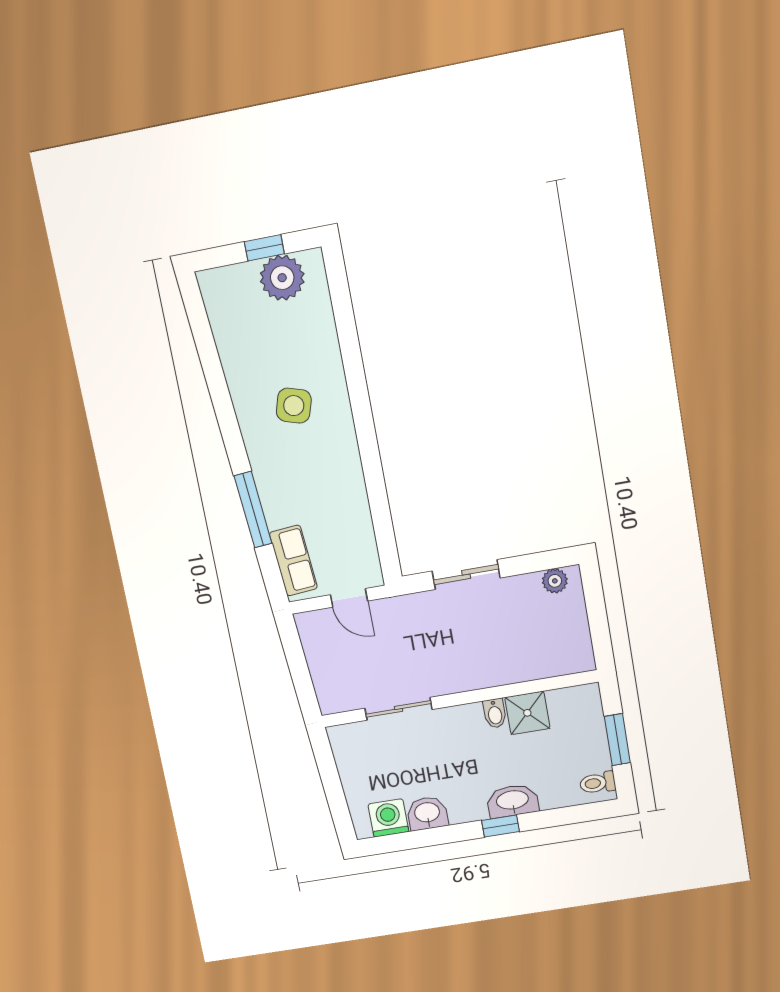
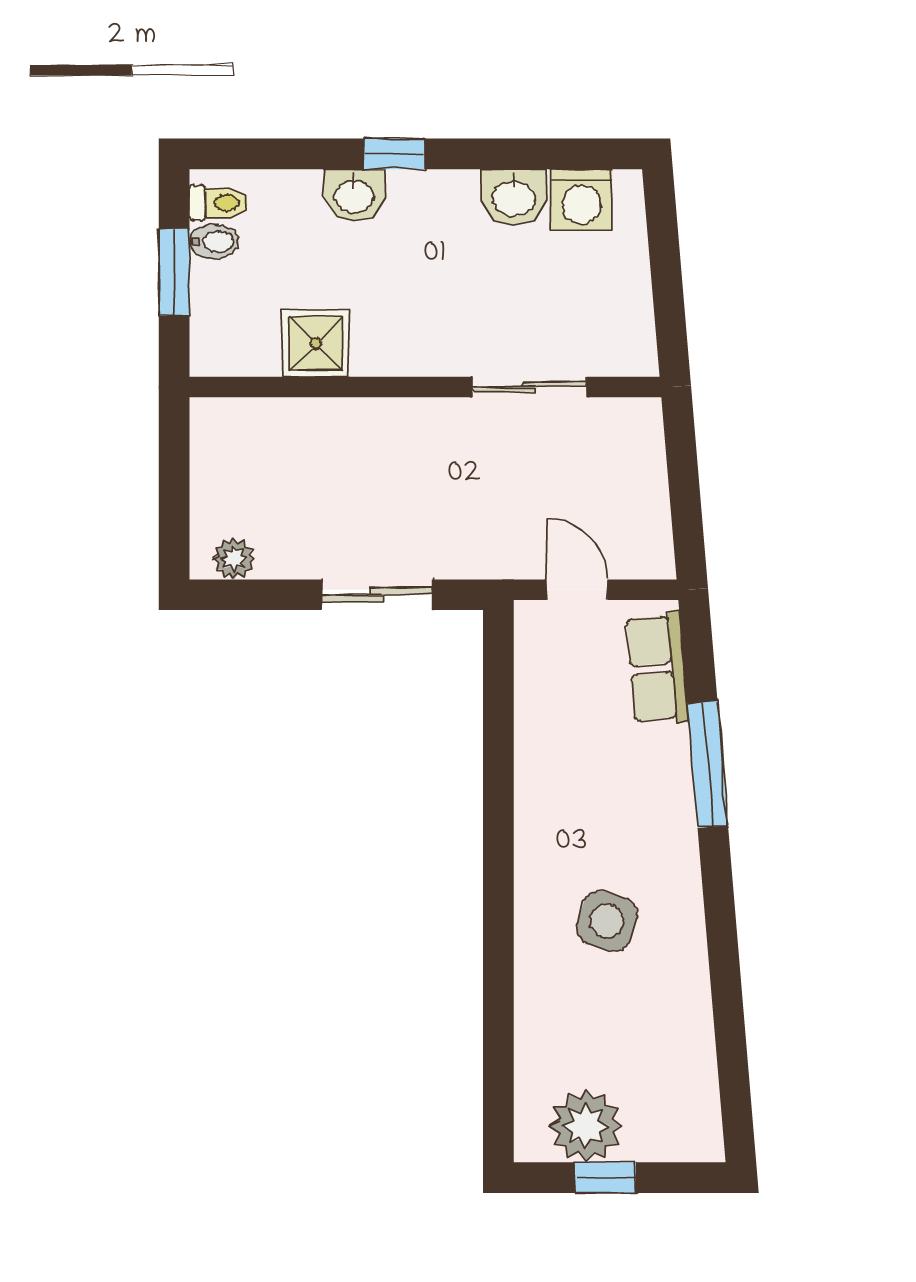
bidet: (495, 713) -> (214, 242), moved, turned 90
washbasin: (513, 801) -> (354, 195), width x0.72

